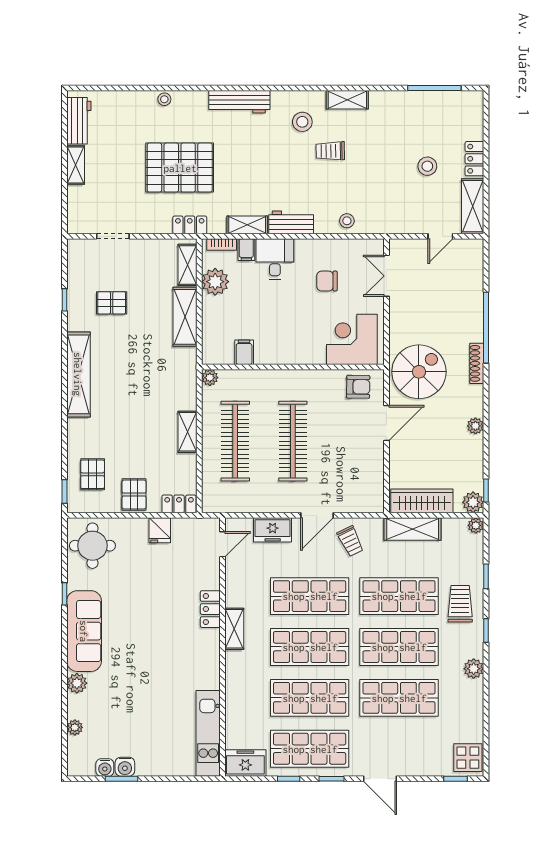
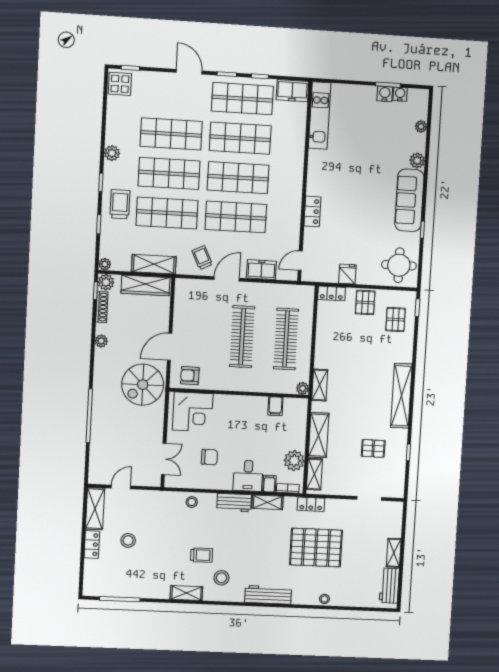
shoe rack: (477, 363) -> (102, 307), moved
shelving: (187, 432) -> (320, 385), moved
trolley: (460, 604) -> (120, 204), turned 180
shelving: (234, 629) -> (295, 195), removed

